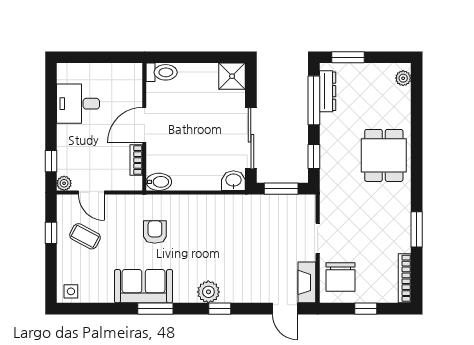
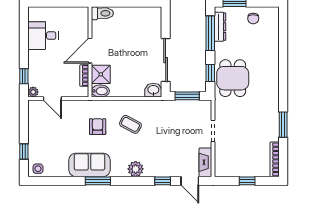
shower: (232, 76) -> (101, 74), moved
plant: (403, 78) -> (274, 17), removed
dining table: (384, 155) -> (233, 78), moved
window: (51, 233) -> (24, 152), moved
coffee table: (85, 236) -> (130, 124), moved
chair: (341, 277) -> (253, 18), moved, width x0.54, depth x0.54
window: (220, 309) -> (163, 181), moved

